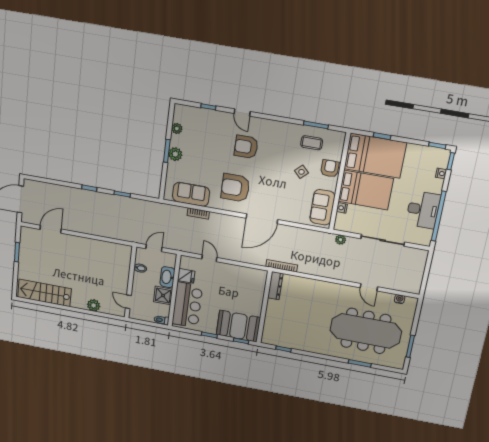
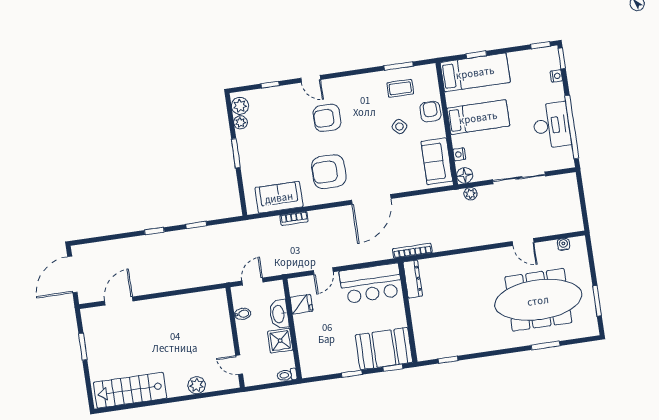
plant: (175, 154) -> (240, 106), moved
bed: (375, 156) -> (475, 72), width x0.67
bed: (366, 190) -> (478, 117), width x0.67
floor lamp: (341, 225) -> (465, 175), added
door: (209, 258) -> (323, 271), swing flipped
bar counter: (187, 305) -> (371, 283), moved, turned 90

